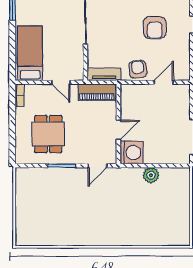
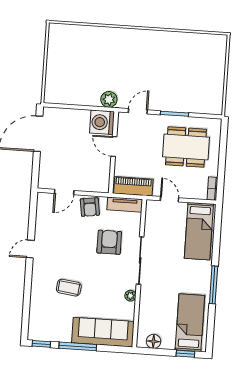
armchair: (155, 27) -> (109, 242), moved
door: (118, 130) -> (114, 146), hinge flipped
dining table: (48, 134) -> (186, 147), width x1.38
plant: (151, 175) -> (109, 99), moved

